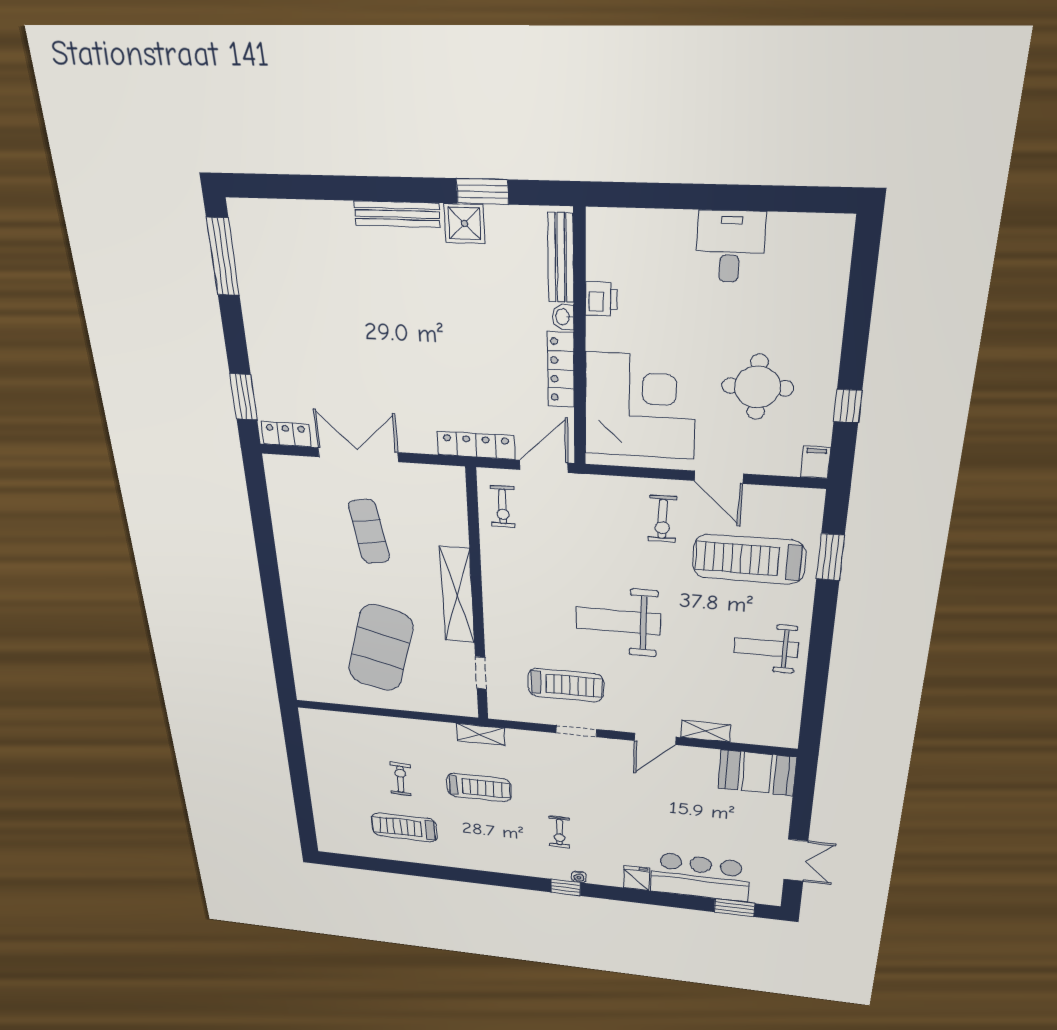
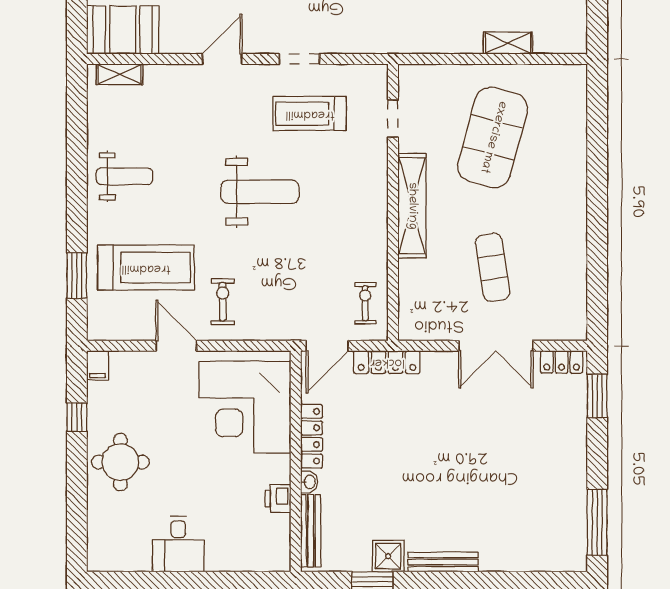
round table: (758, 387) -> (120, 462), moved
shelving: (706, 731) -> (120, 74), moved
shelving: (481, 734) -> (508, 43), moved

